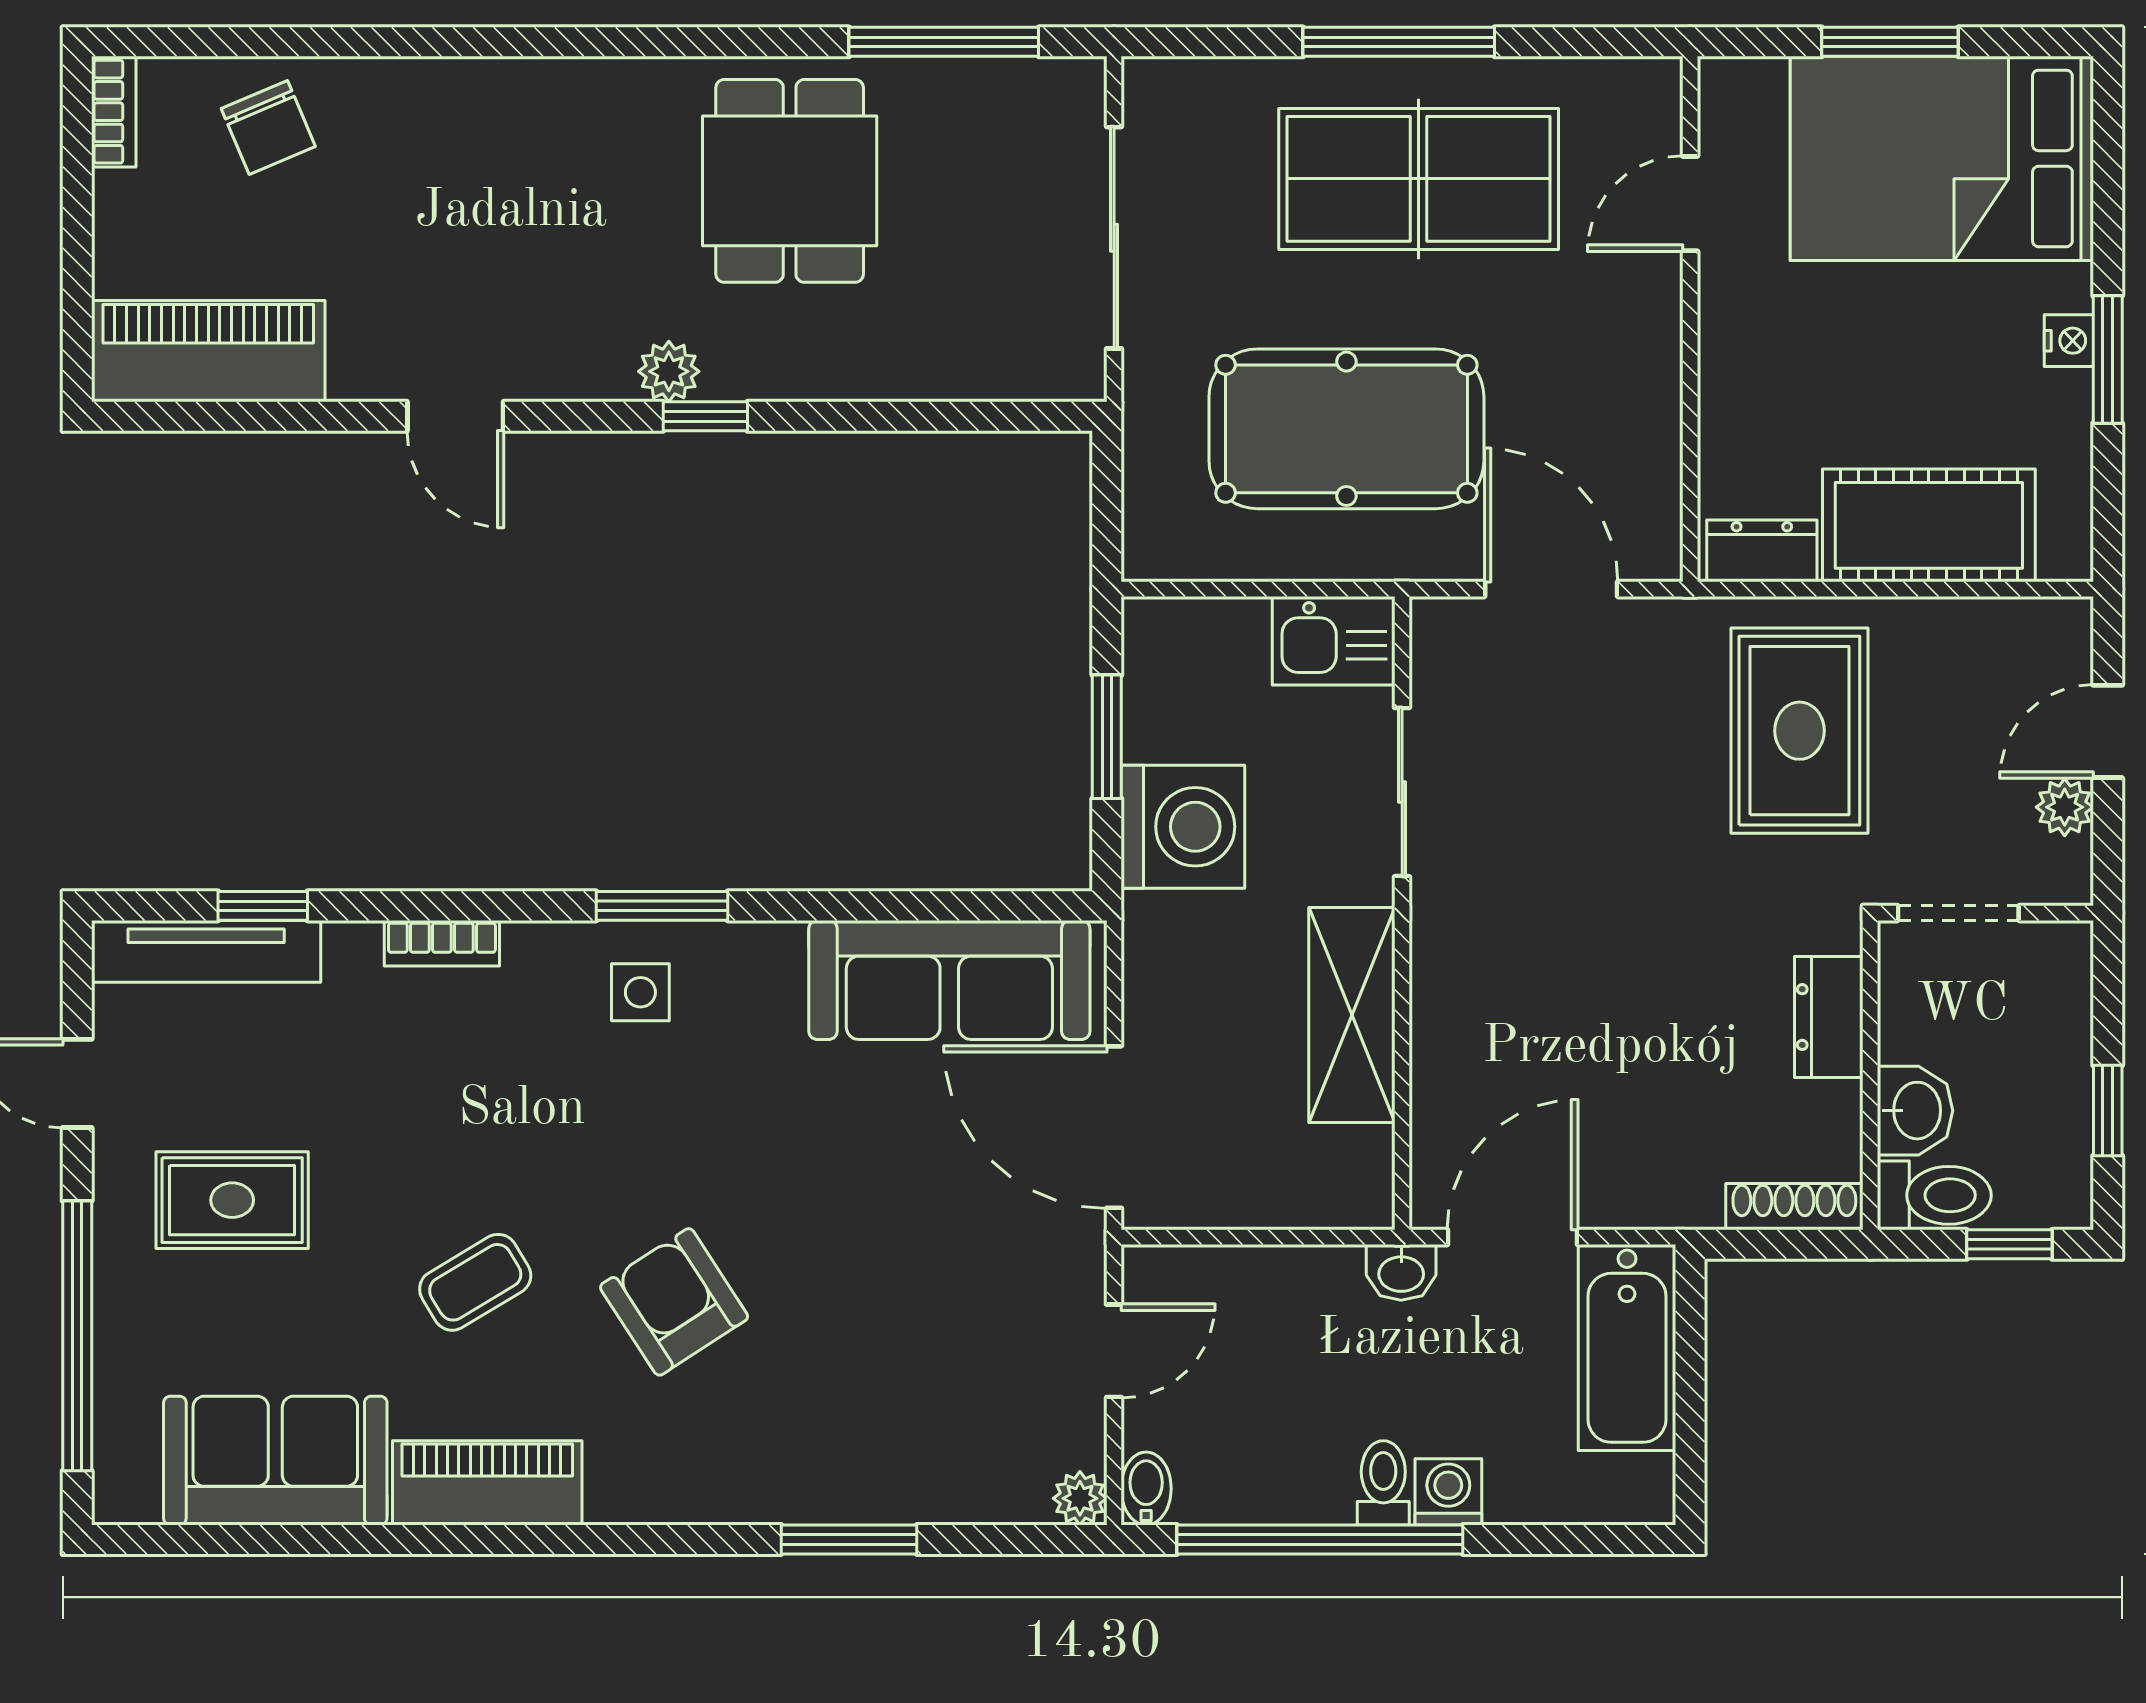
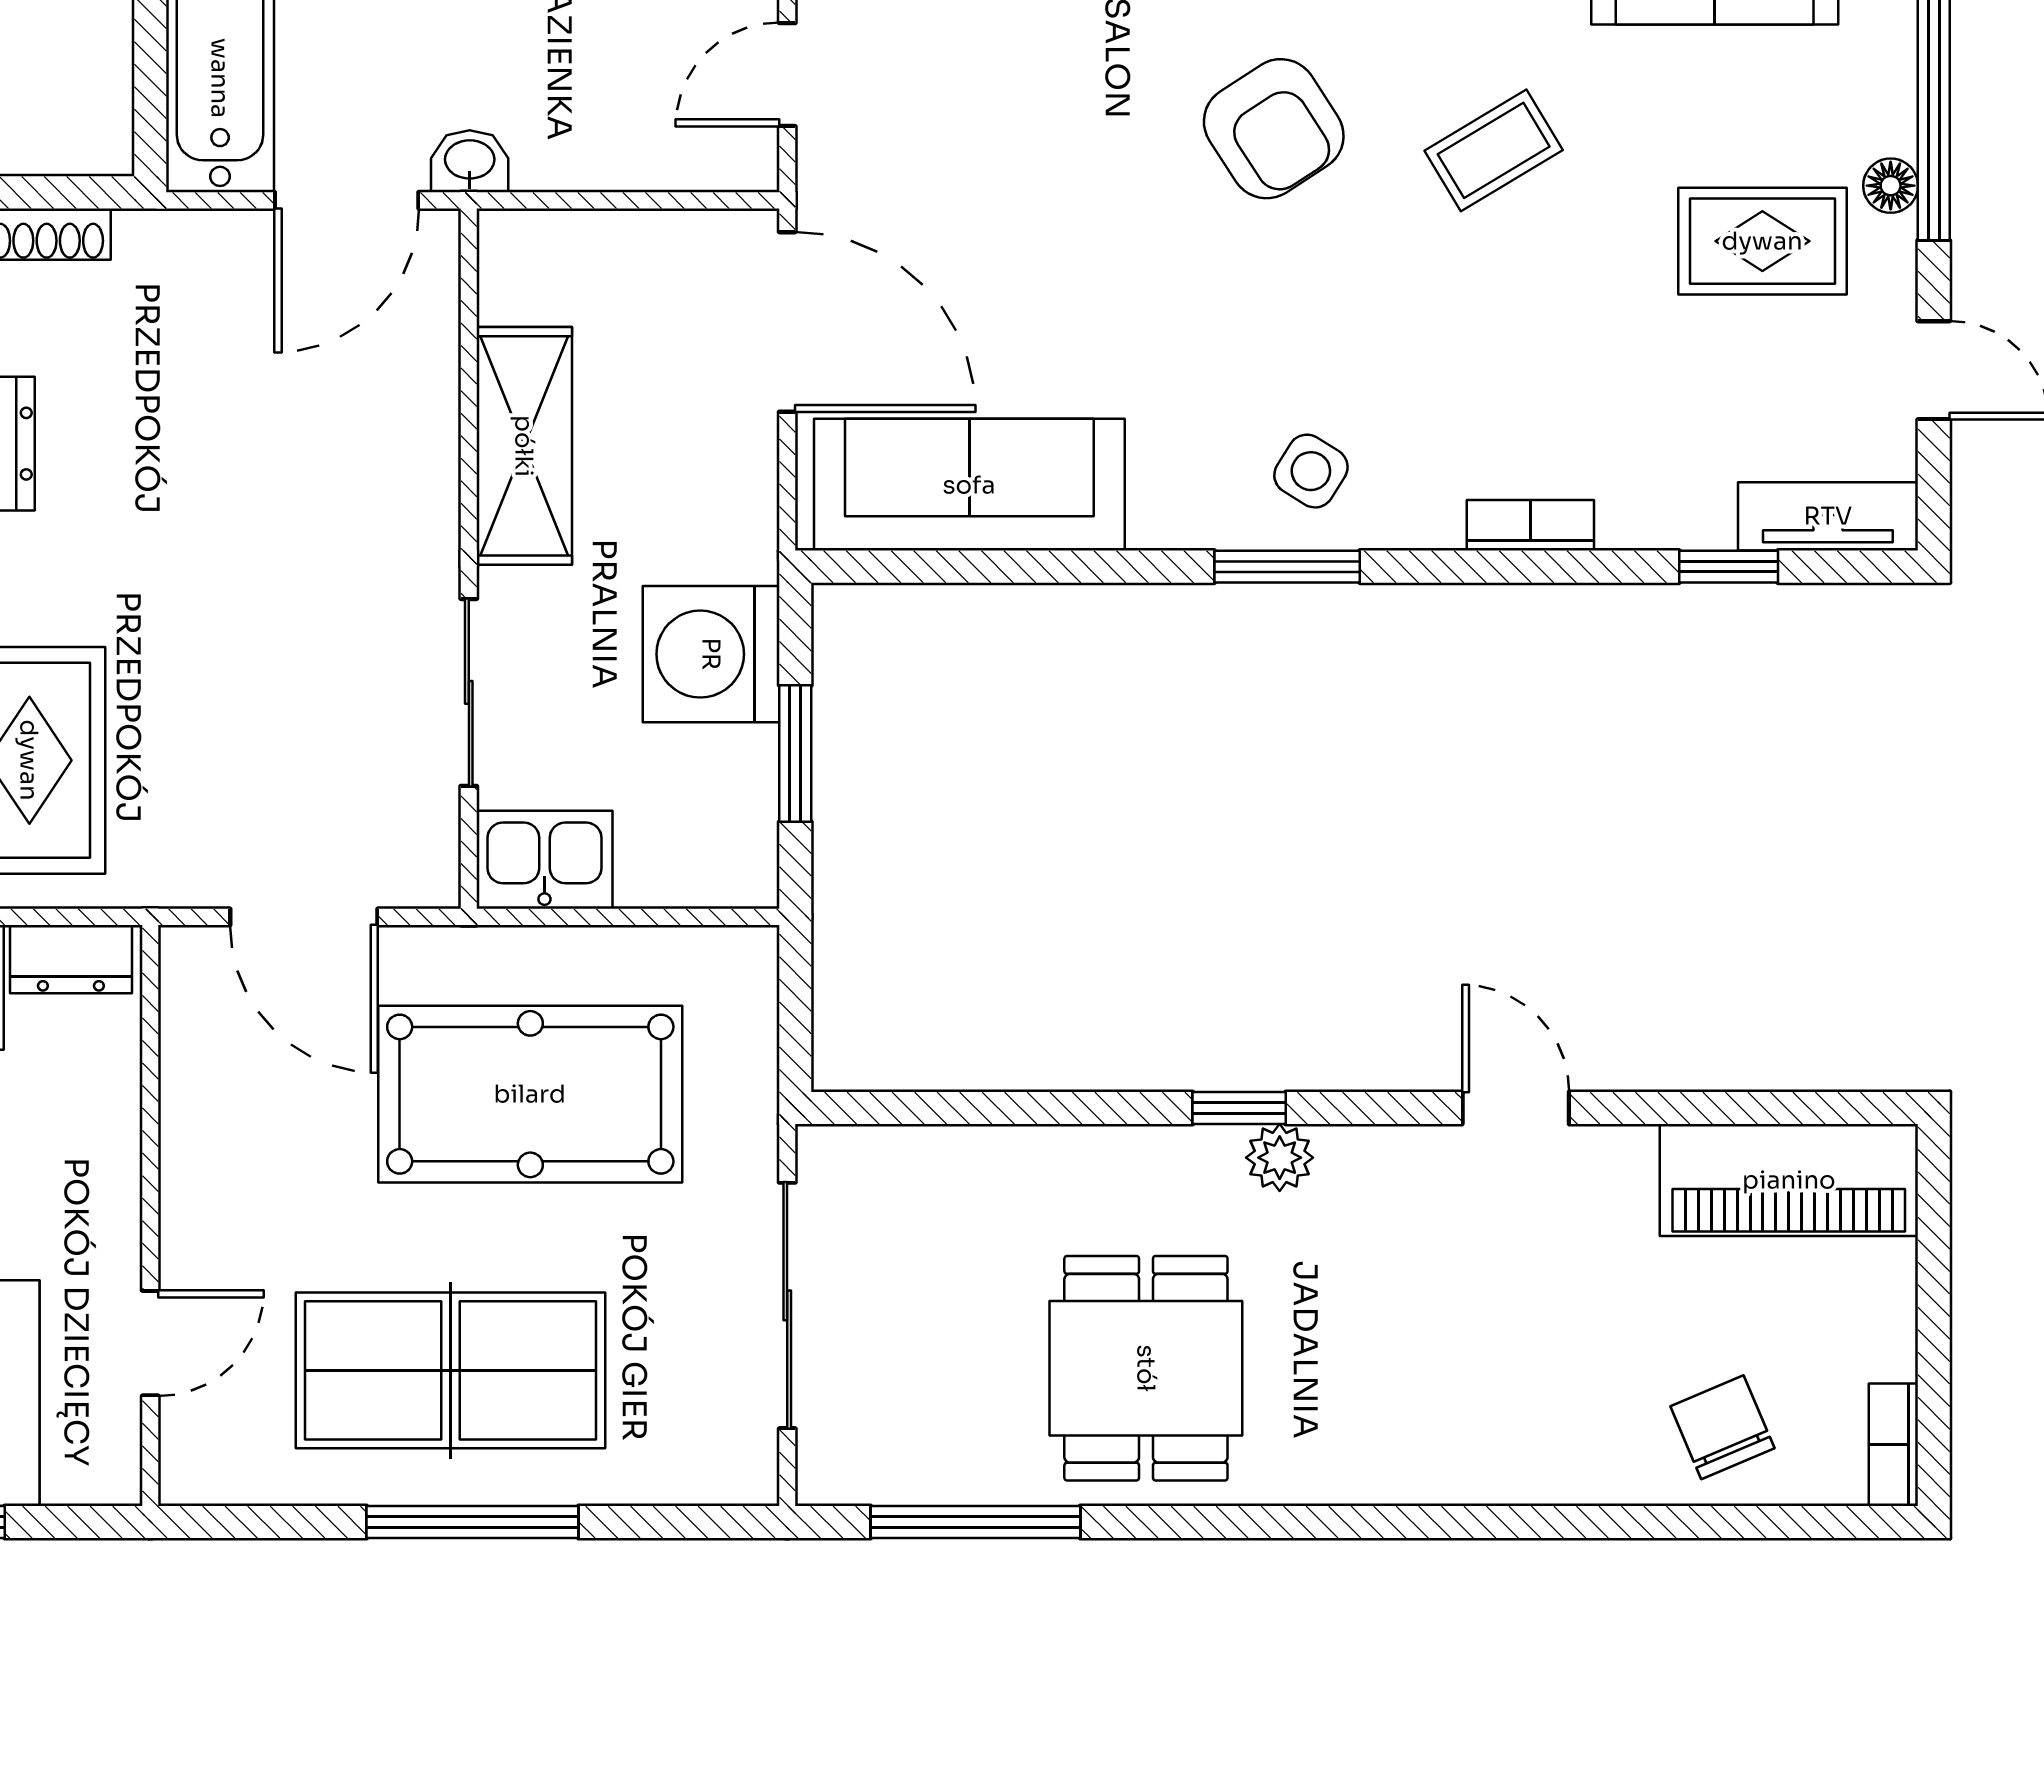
tv unit: (206, 951) -> (1828, 516), width x0.71
side table: (640, 992) -> (1311, 471), turned 32
floor lamp: (116, 1250) -> (1891, 186), added

